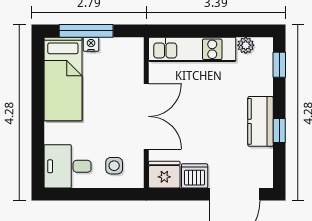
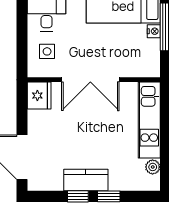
window: (279, 65) -> (109, 196), moved
dishwasher: (195, 176) -> (38, 122), removed

